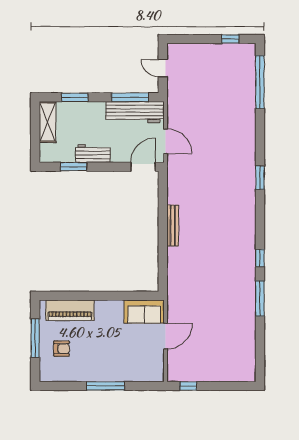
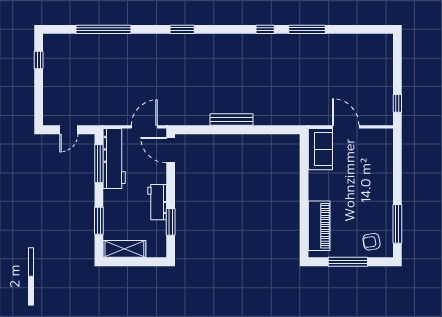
window: (260, 82) -> (104, 29), moved
armchair: (62, 349) -> (372, 242), moved, turned -99
window: (106, 386) -> (397, 224), moved

